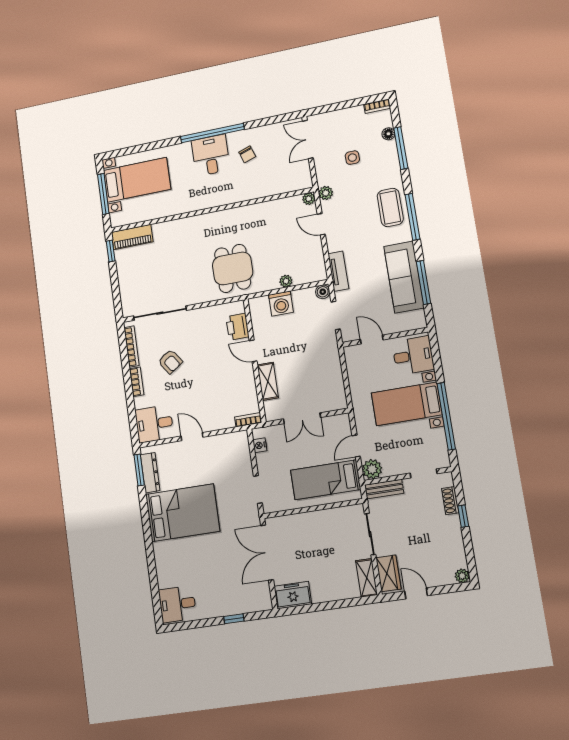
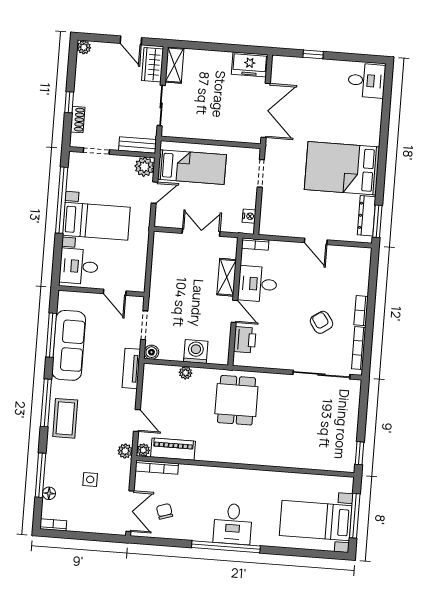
chair: (247, 154) -> (164, 511), moved
bookcase: (292, 186) -> (157, 467), added
piano: (132, 237) -> (173, 449), moved
desk: (154, 424) -> (258, 284), moved, turned 180

